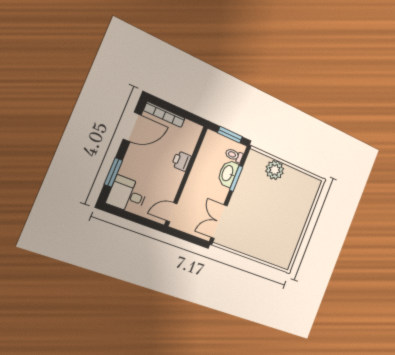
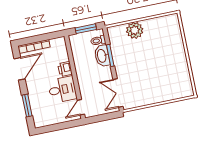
desk: (127, 195) -> (62, 90), moved, turned 180

